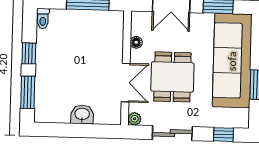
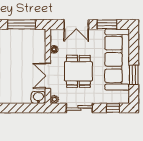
double door: (126, 83) -> (48, 76), swing flipped
washbasin: (82, 114) -> (38, 97), moved

